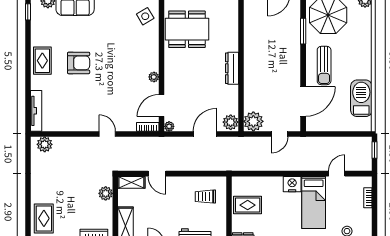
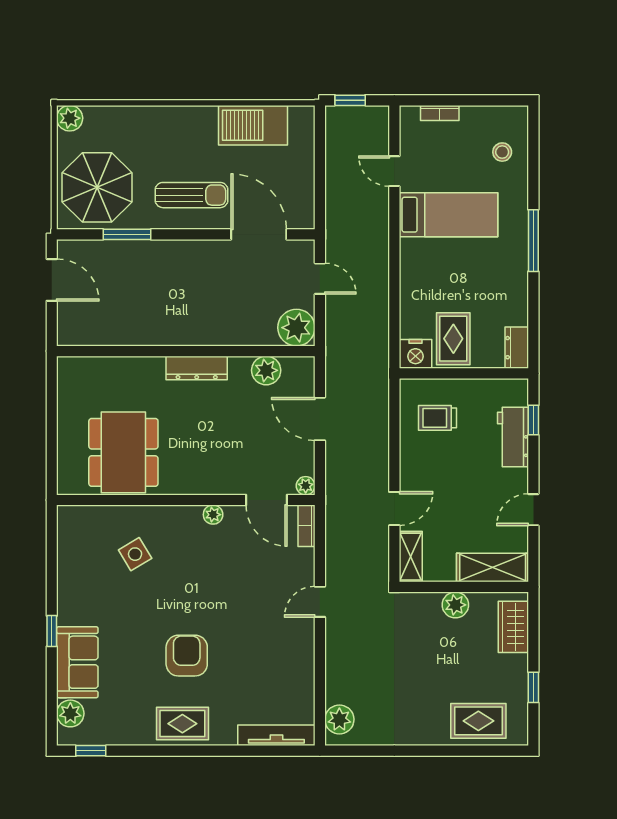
side table: (145, 16) -> (135, 554), moved
plant: (231, 122) -> (266, 370), moved
nightstand: (292, 184) -> (415, 354), moved, turned -90
plant: (106, 193) -> (455, 605), moved
trolley: (205, 197) -> (437, 418), turned 90

